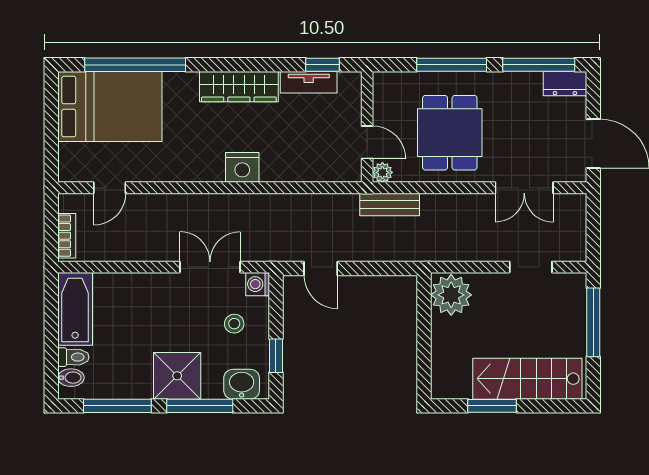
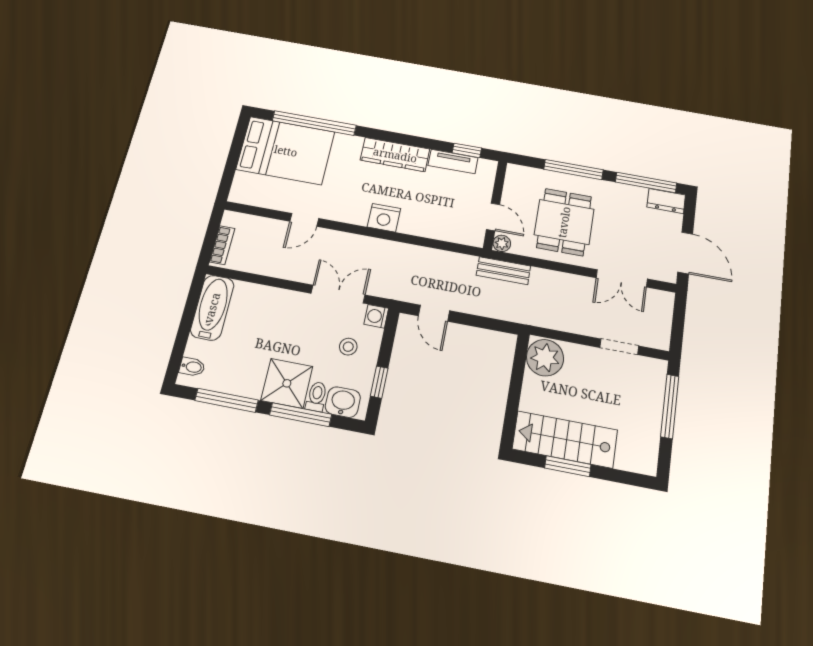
door: (110, 188) -> (304, 220), moved
toilet: (73, 357) -> (317, 397), moved, turned -90
stairs: (527, 379) -> (565, 439), moved

